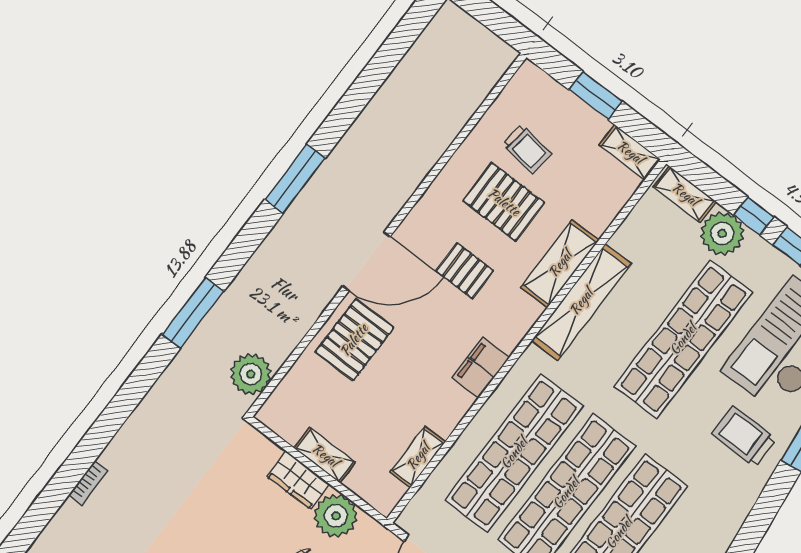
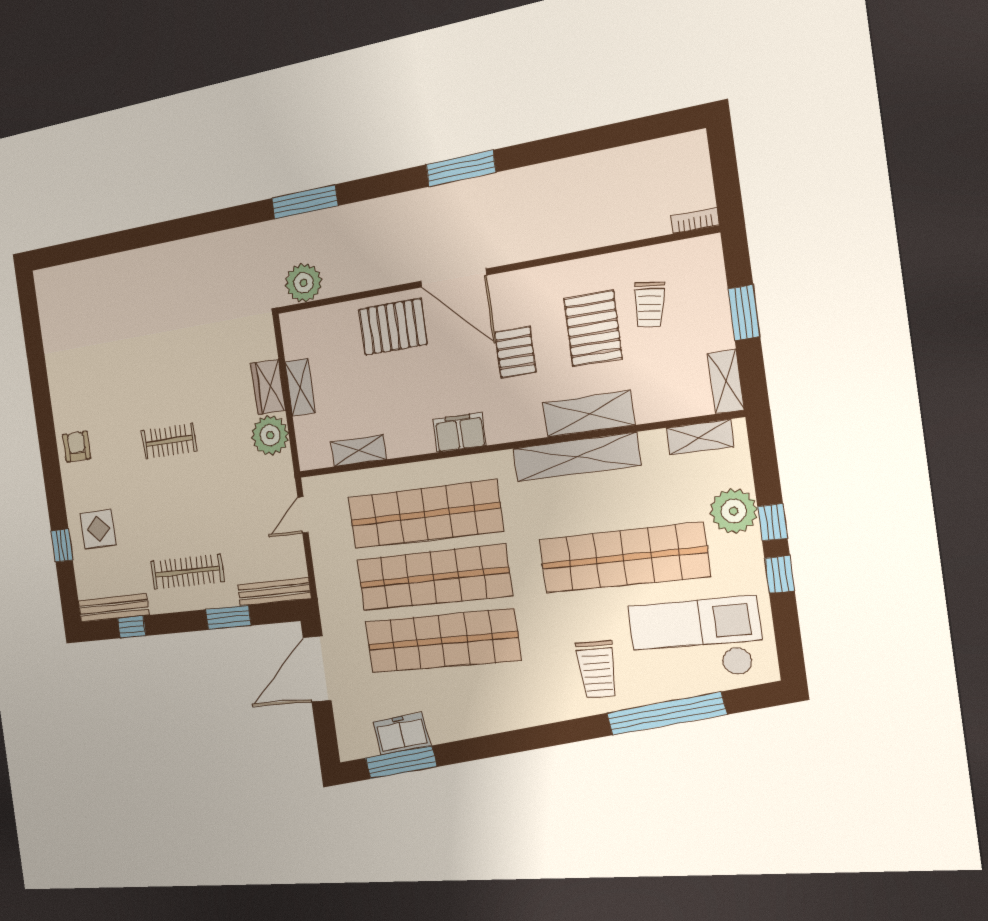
shelving: (685, 194) -> (700, 437), moved, turned 90
trolley: (744, 436) -> (597, 669), turned 180
bookcase: (88, 483) -> (695, 221), moved, turned 180

